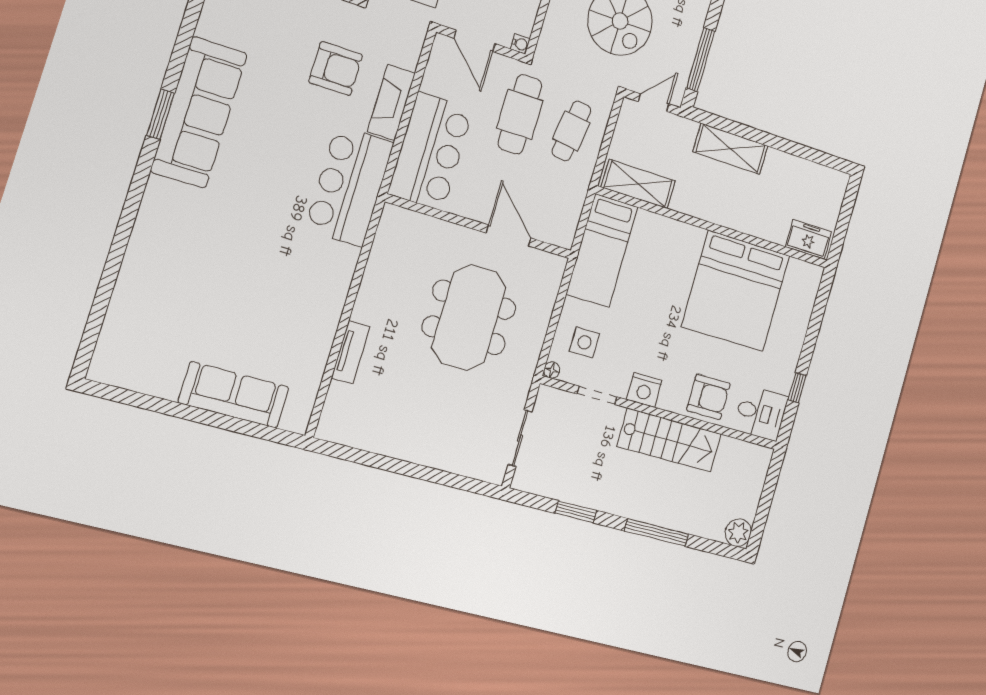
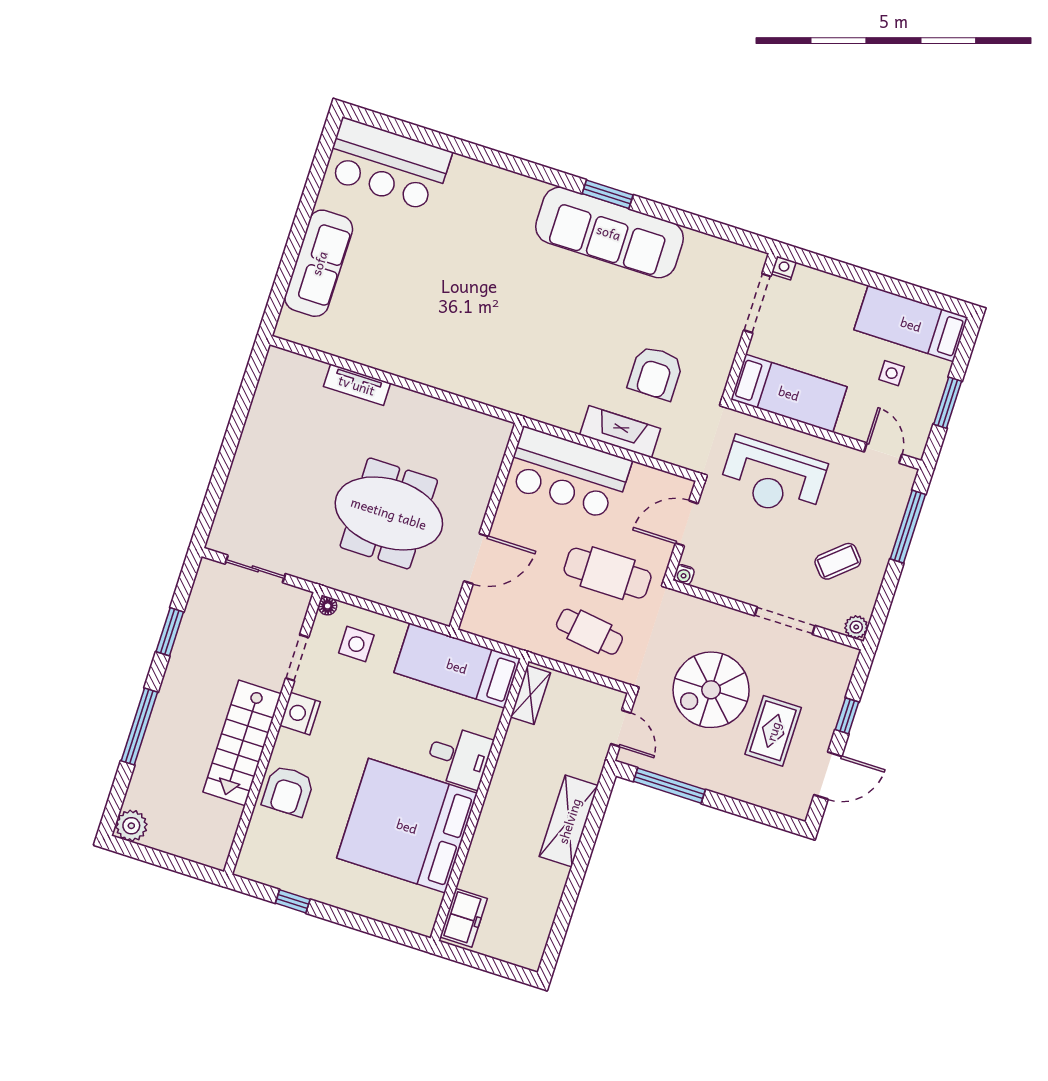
shelving: (638, 184) -> (530, 695), width x0.67, depth x0.75
bar counter: (349, 186) -> (388, 165), moved, turned 180
desk: (761, 413) -> (459, 757), moved, turned -90

